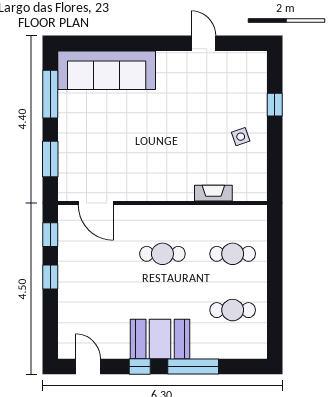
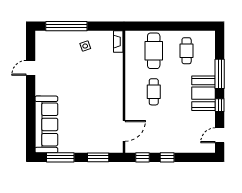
window: (275, 105) -> (66, 26), width x3.17
fireplace: (213, 193) -> (118, 42), moved
cafe table: (233, 254) -> (154, 51), width x1.37, depth x1.35

